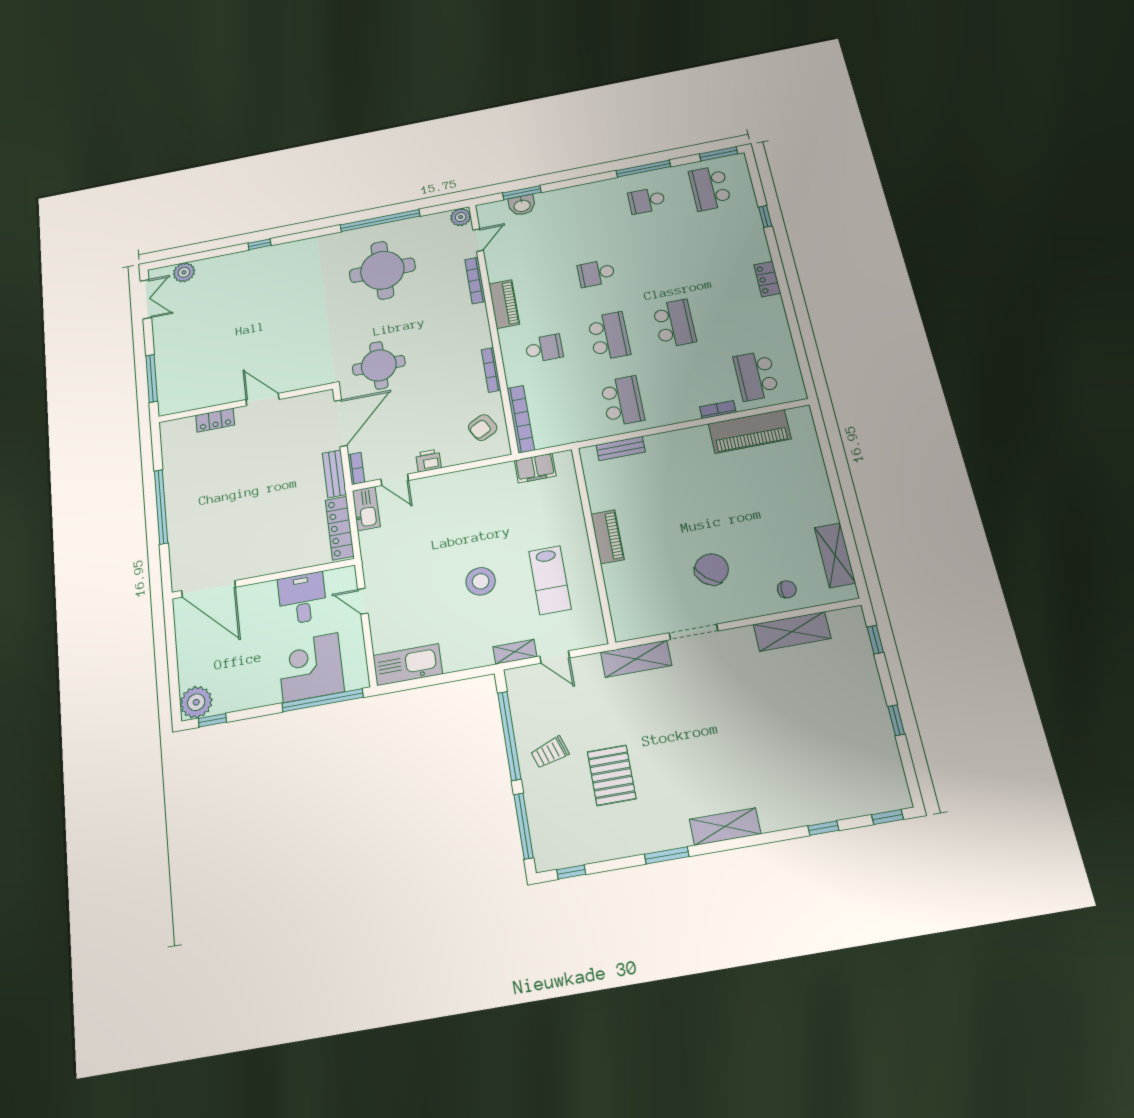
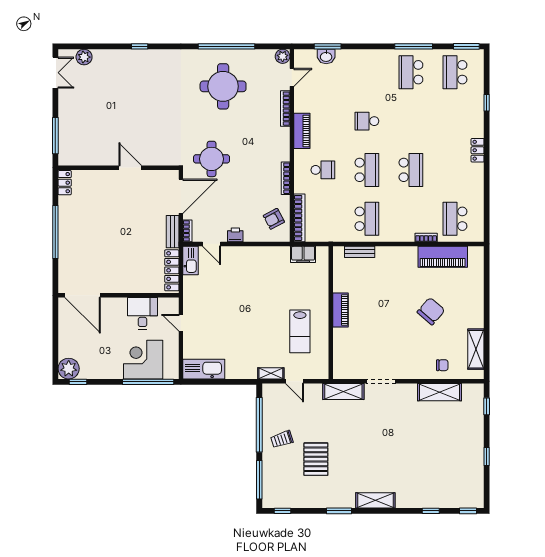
school desk: (647, 201) -> (411, 72), width x1.85
locker: (215, 420) -> (65, 183), moved, turned -90
chair: (711, 569) -> (431, 311), moved
stool: (481, 581) -> (257, 324), removed

